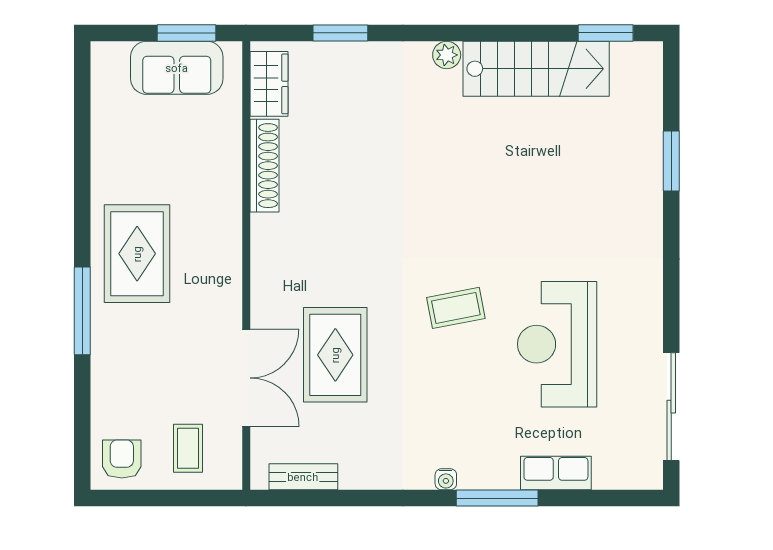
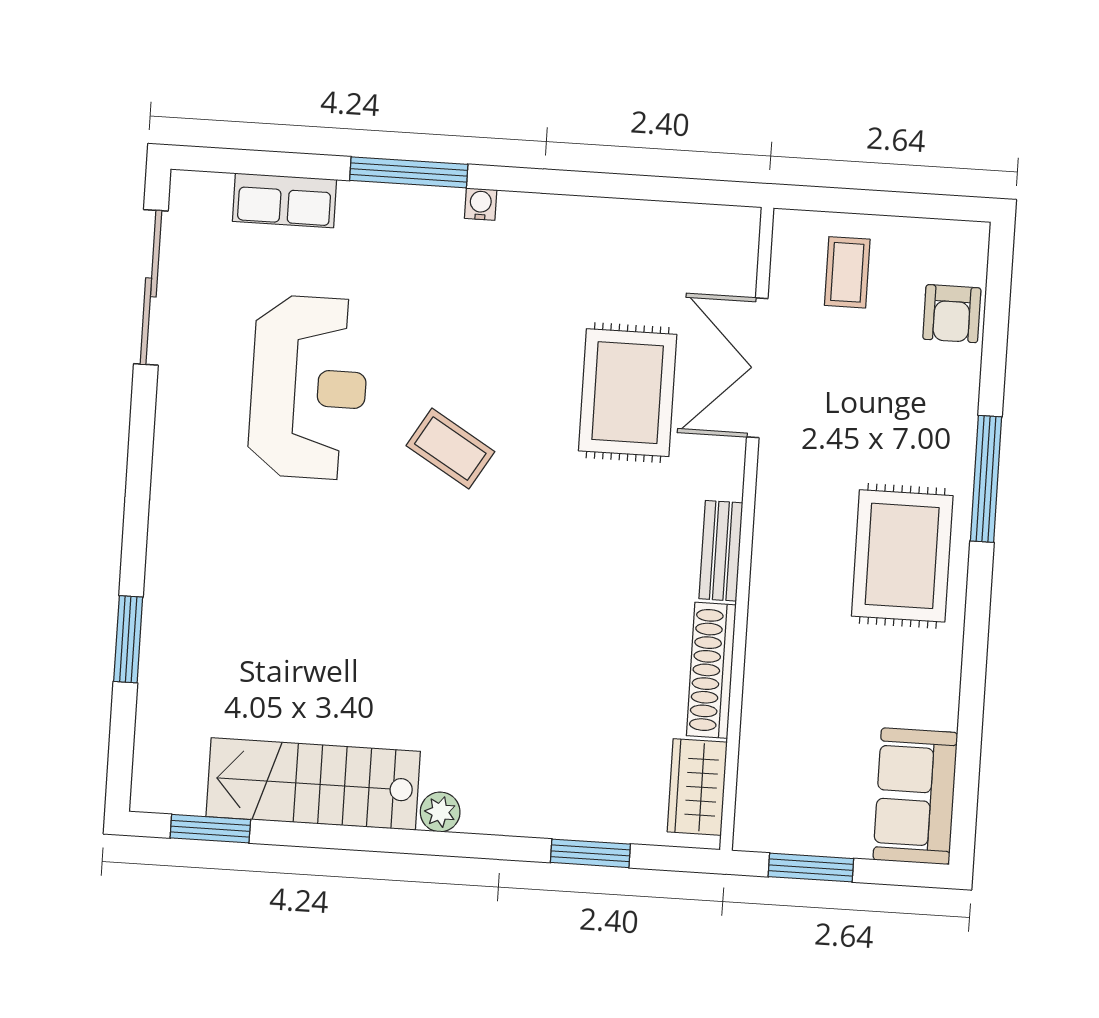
sofa: (177, 68) -> (915, 796), moved, turned -90
coffee table: (456, 308) -> (450, 449), turned 42
armchair: (122, 459) -> (952, 314), moved
row of seats: (556, 473) -> (284, 200), moved
bench: (303, 477) -> (721, 551), moved, turned 90

